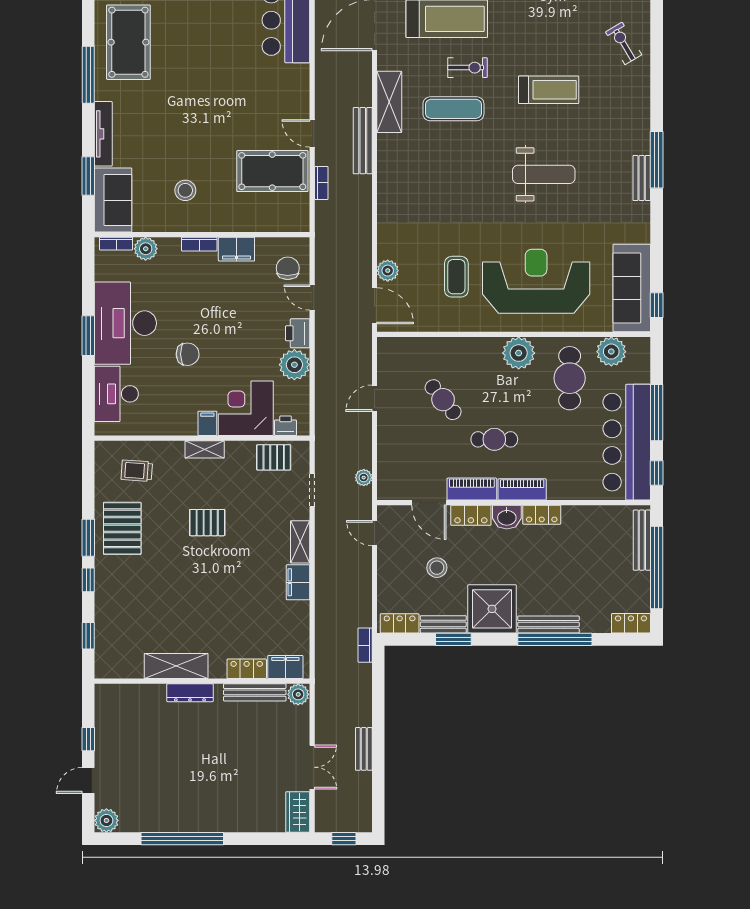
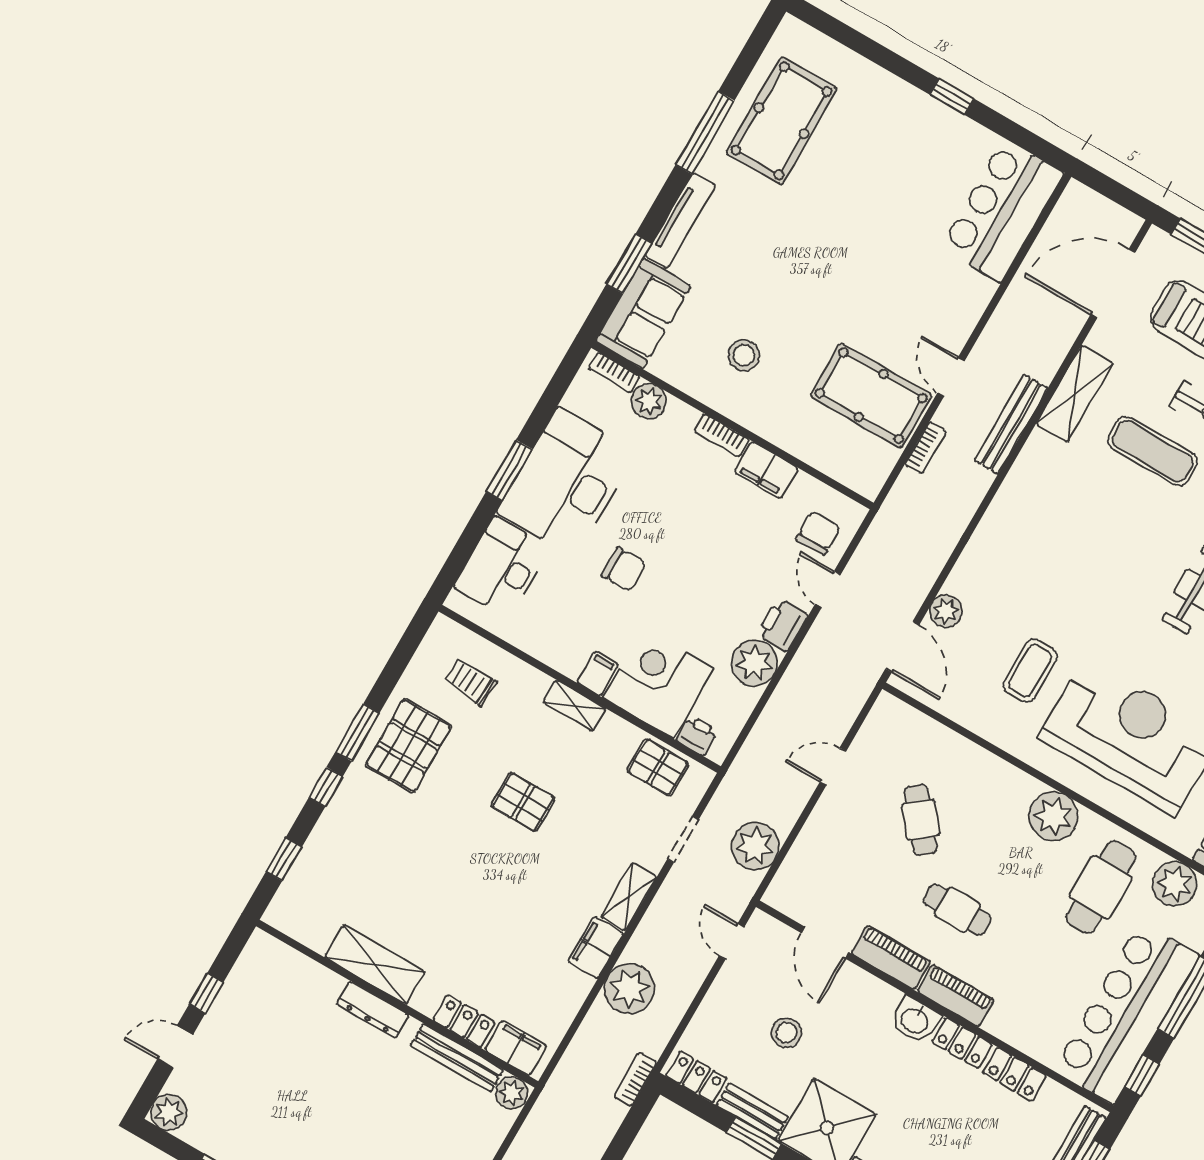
plant: (364, 478) -> (755, 846), width x1.87, depth x1.87
locker: (471, 515) -> (1014, 1074), moved
plant: (331, 595) -> (629, 989), added

